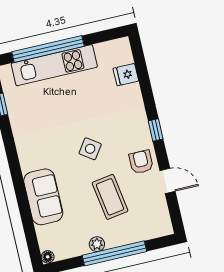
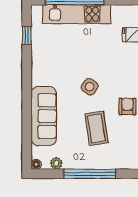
sofa: (43, 197) -> (44, 116), width x1.36
plant: (97, 244) -> (56, 163), moved

